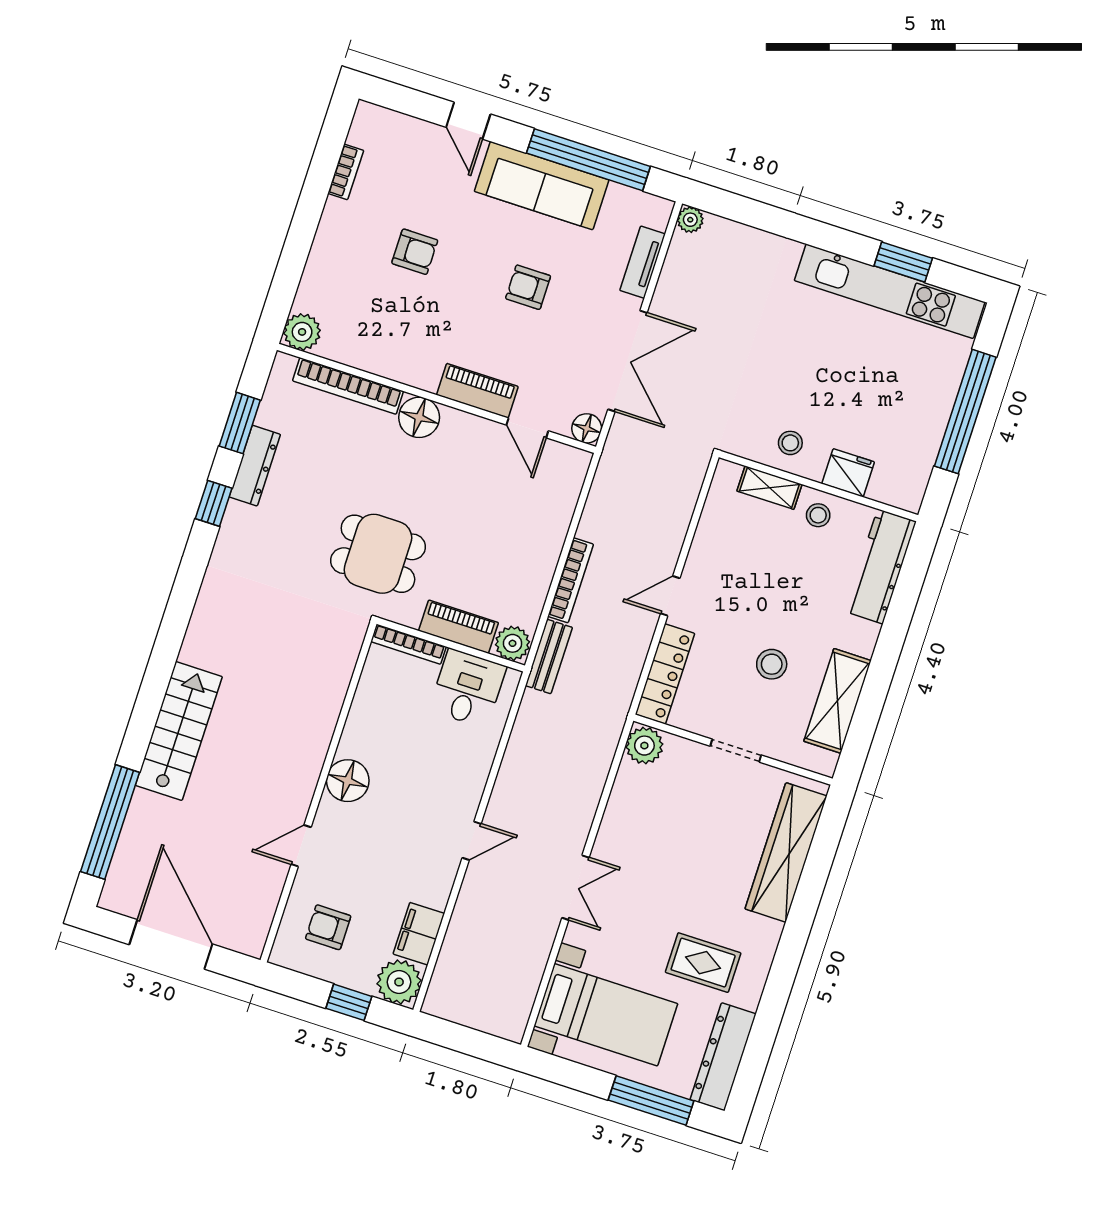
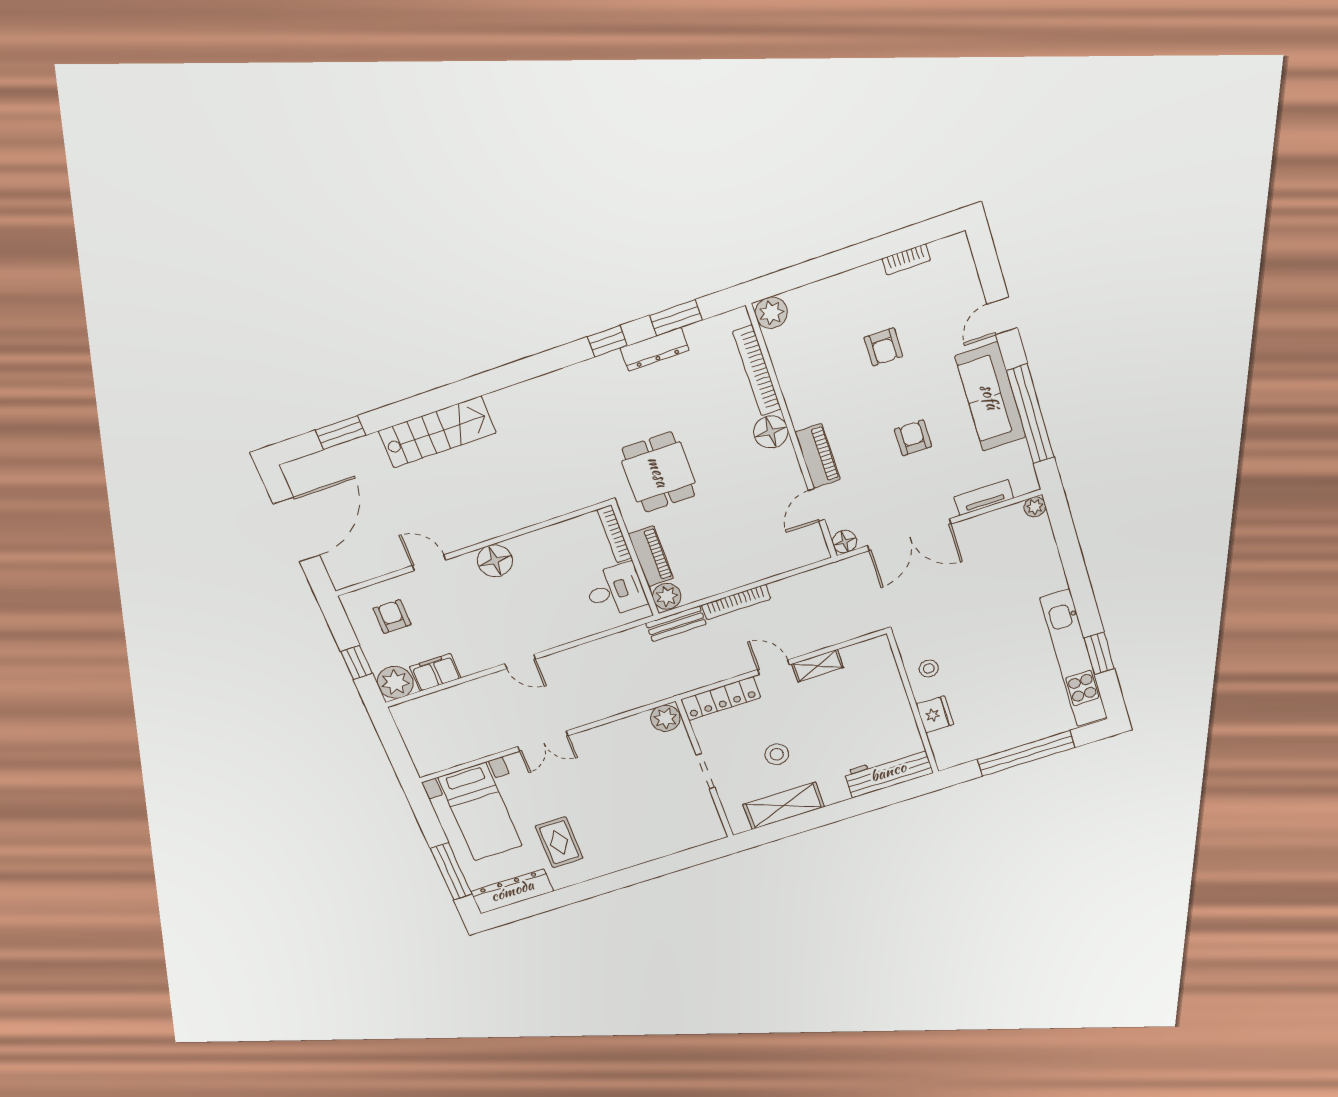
shelving: (769, 488) -> (818, 666), moved, turned 90
stool: (818, 515) -> (894, 716), removed
window: (110, 822) -> (340, 433), width x0.47
wardrobe: (786, 852) -> (666, 841), removed

